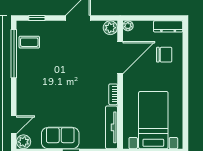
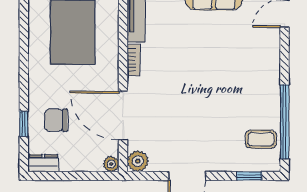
dresser: (168, 26) -> (43, 163), width x0.70
window: (185, 52) -> (24, 124), added
door: (120, 58) -> (123, 116), hinge flipped

